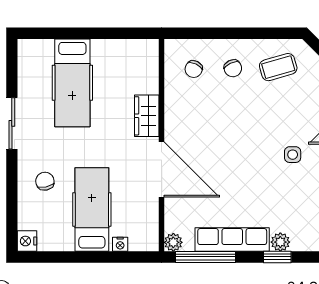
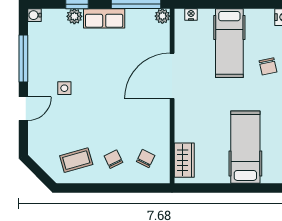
wardrobe: (147, 116) -> (184, 160), moved
door: (162, 170) -> (172, 76), hinge flipped
row of seats: (232, 239) -> (104, 18), width x0.68
nightstand: (120, 244) -> (191, 14), moved

